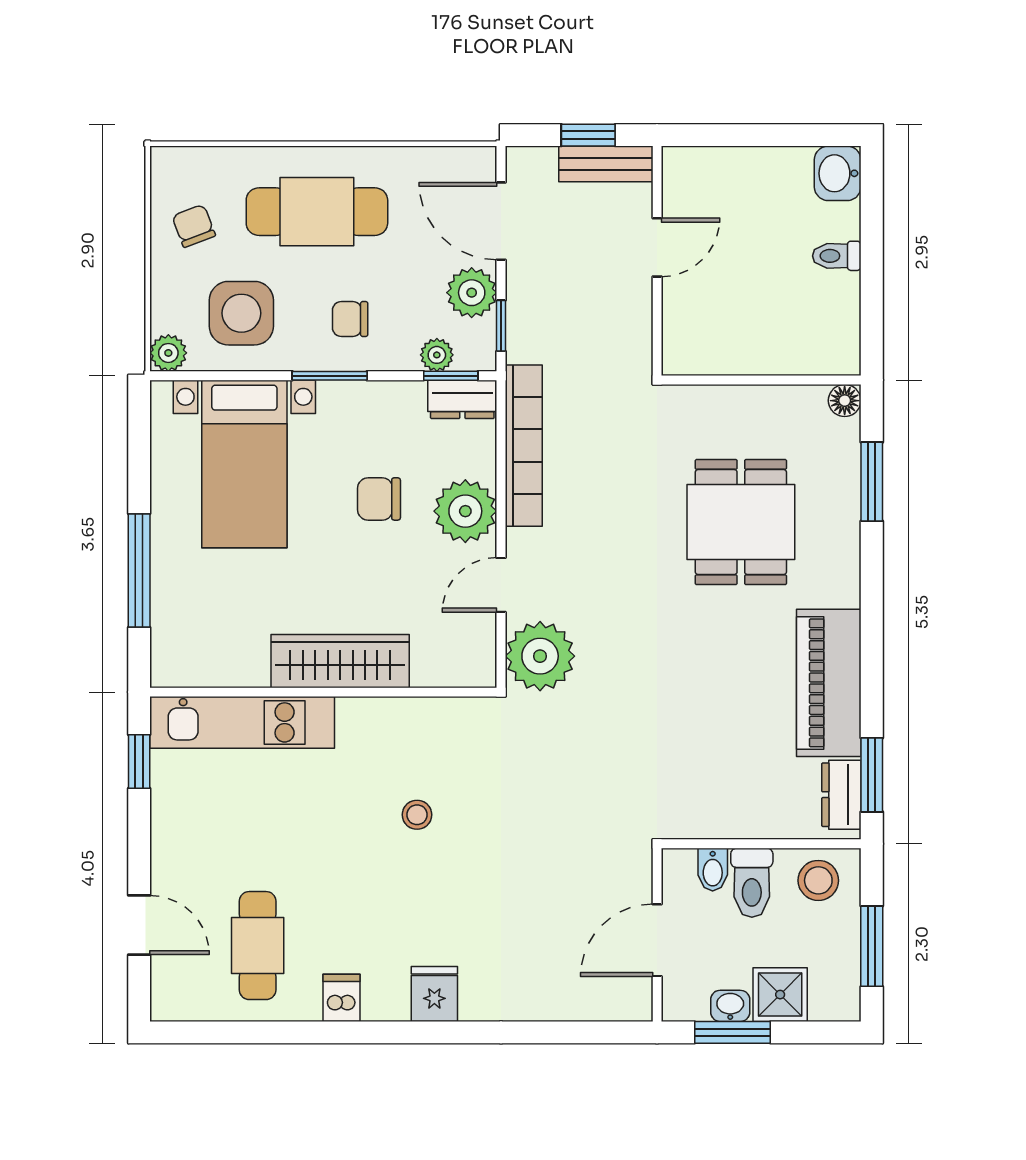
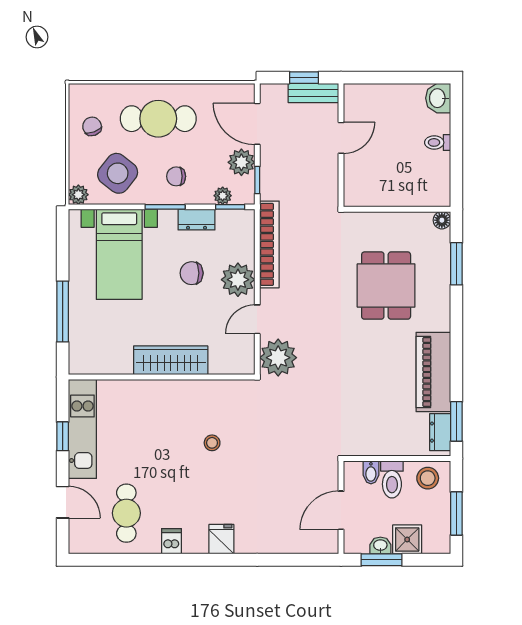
side table: (241, 313) -> (118, 173), turned 38
dresser: (462, 399) -> (196, 220), moved
kitchen unit: (242, 722) -> (82, 429), moved, turned -90
window: (139, 761) -> (63, 436), moved

